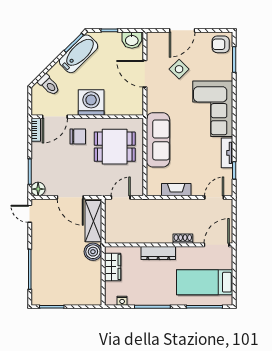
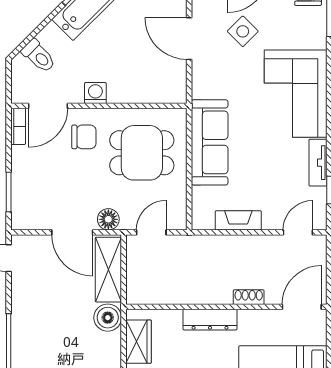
washing machine: (91, 102) -> (95, 93), width x0.53, depth x0.53
floor lamp: (38, 189) -> (108, 219), moved

